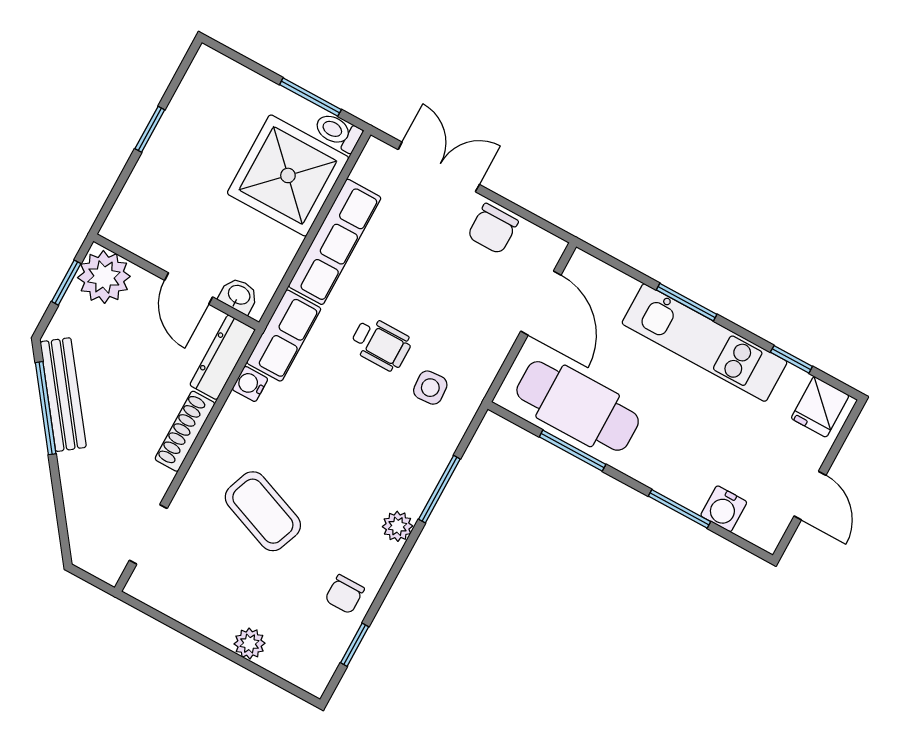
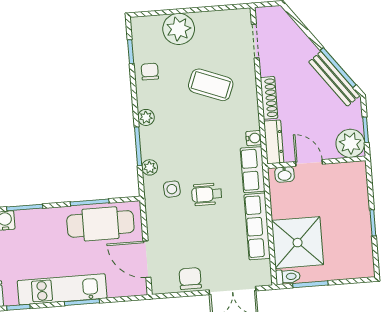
plant: (443, 444) -> (150, 167), added
plant: (249, 644) -> (179, 29), width x1.88, depth x1.88

